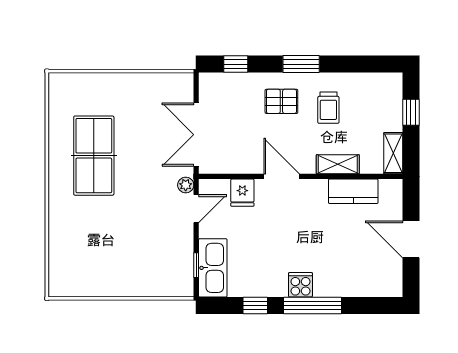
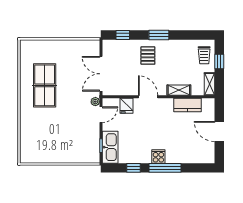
pallet: (281, 101) -> (148, 56), turned 90
trolley: (328, 108) -> (204, 55), moved

